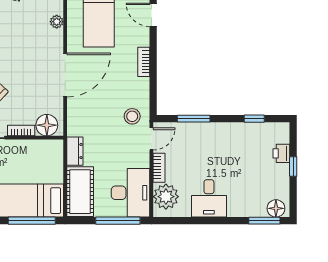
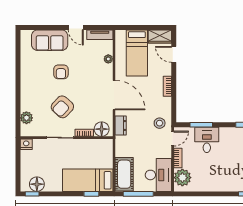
door: (65, 75) -> (114, 95), hinge flipped
dresser: (75, 151) -> (121, 126), moved
desk: (209, 198) -> (207, 140), moved, turned 180
window: (32, 221) -> (91, 194), width x0.46
window: (118, 221) -> (138, 194), moved

